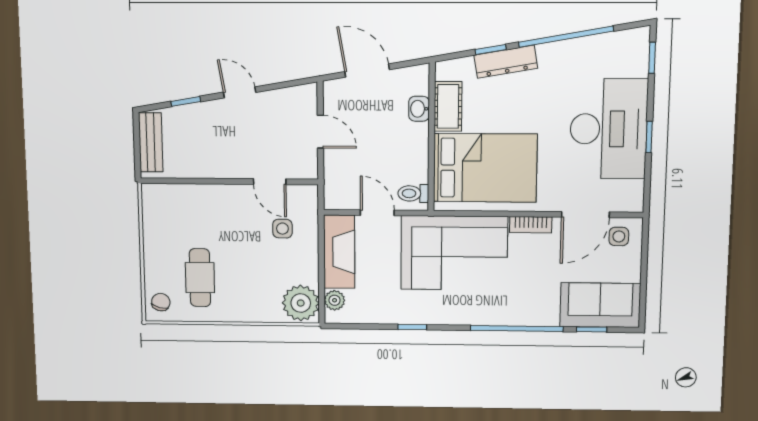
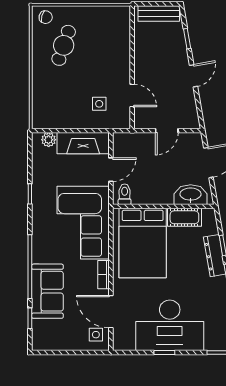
washbasin: (419, 109) -> (191, 195), width x1.91, depth x1.45
door: (270, 182) -> (132, 95), swing flipped
cafe table: (200, 278) -> (64, 45), turned -71
plant: (301, 303) -> (46, 116), removed
sofa: (600, 305) -> (47, 291), moved

